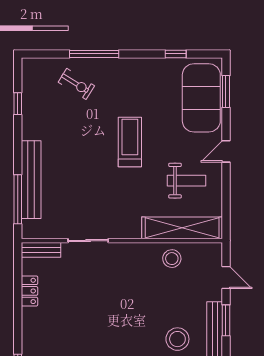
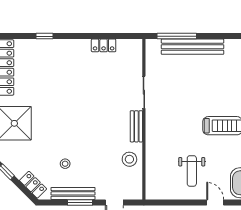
shelving: (182, 228) -> (154, 167), removed
bench: (41, 250) -> (136, 126), moved
stool: (177, 339) -> (65, 164), width x0.53, depth x0.53

